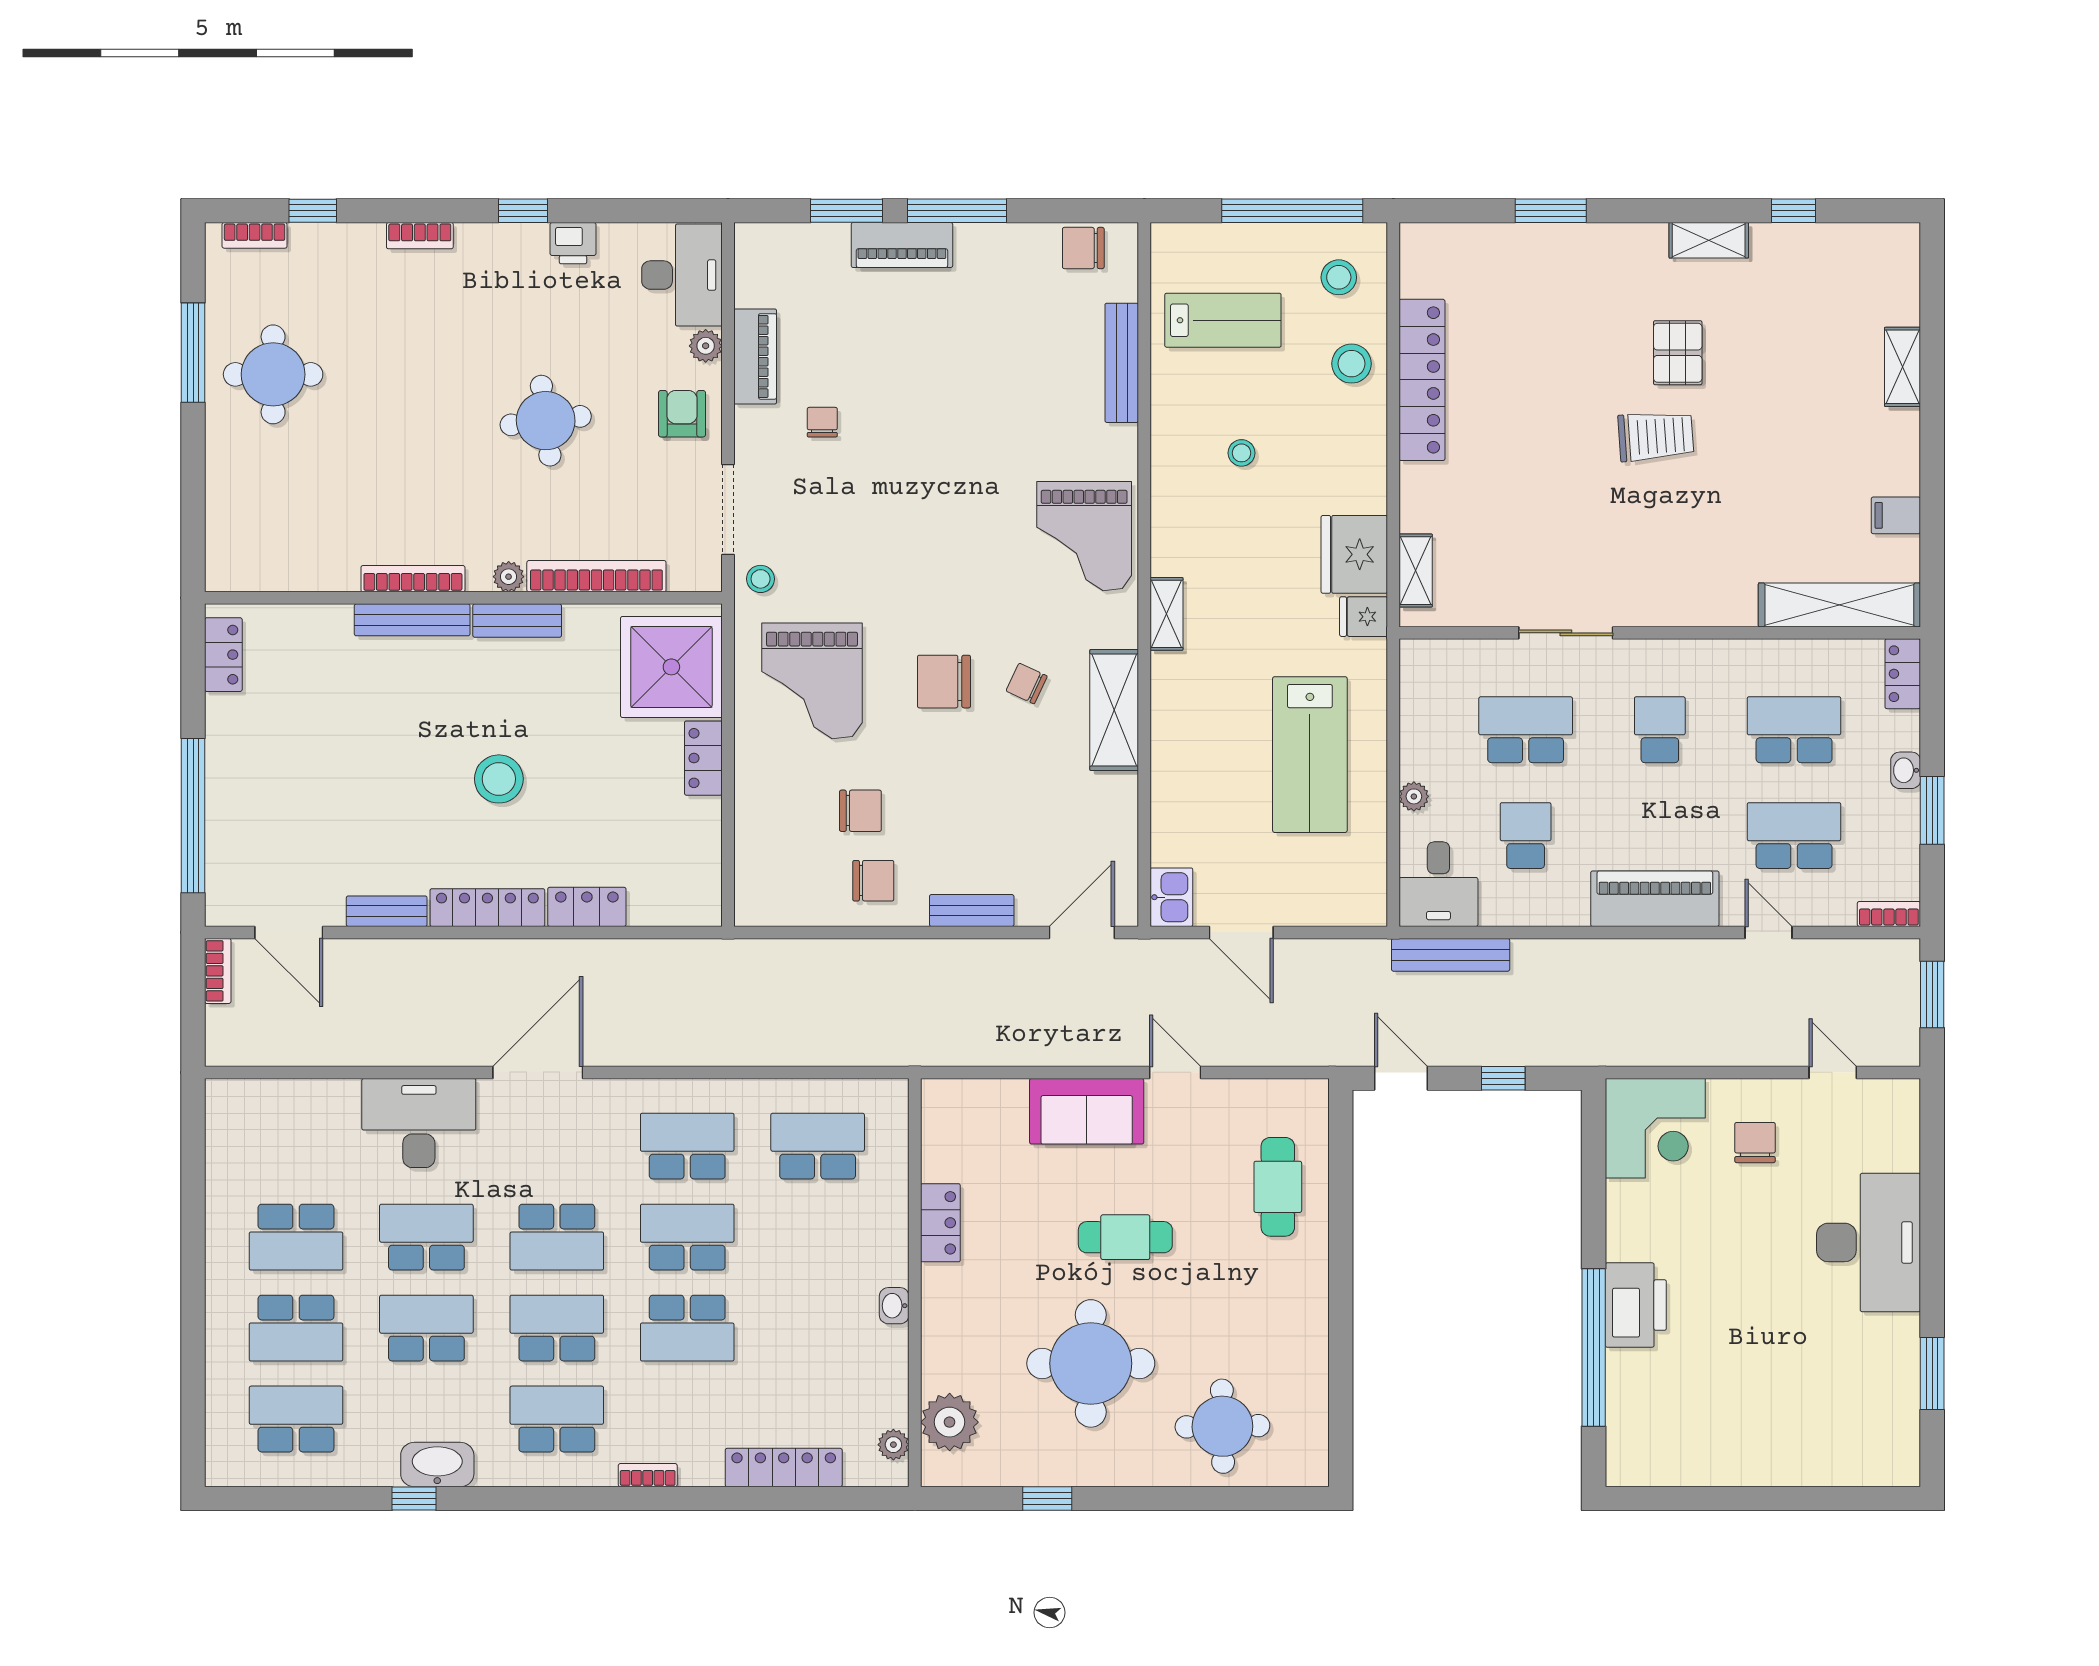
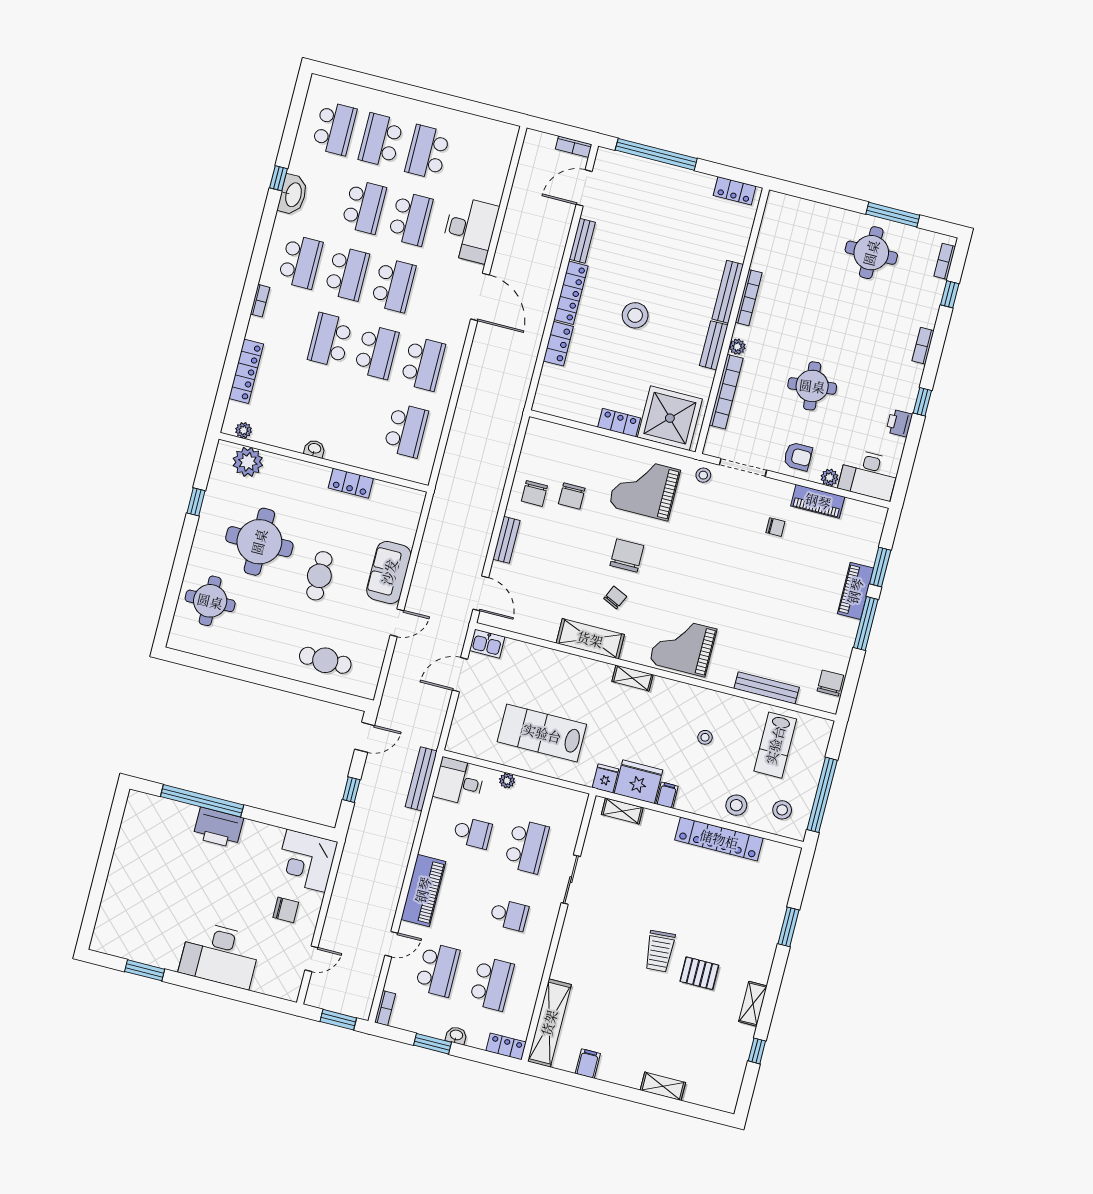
filing cabinet: (1366, 496) -> (667, 795), added
school desk: (557, 1237) -> (393, 285), turned 180

